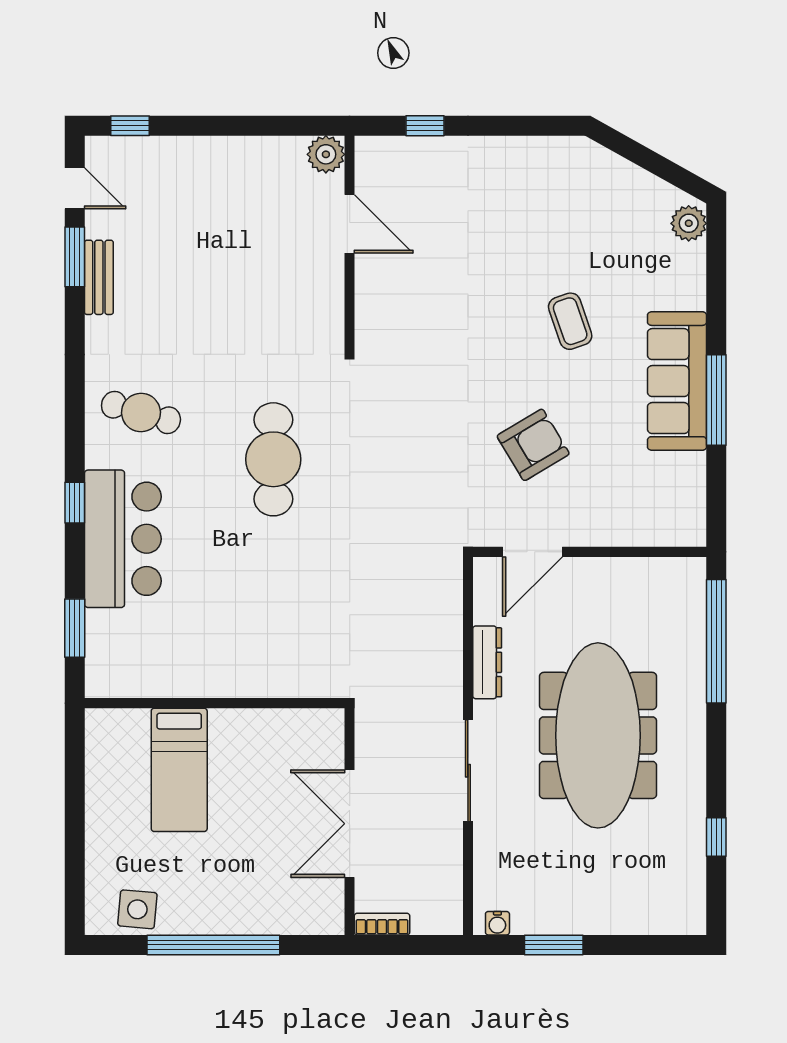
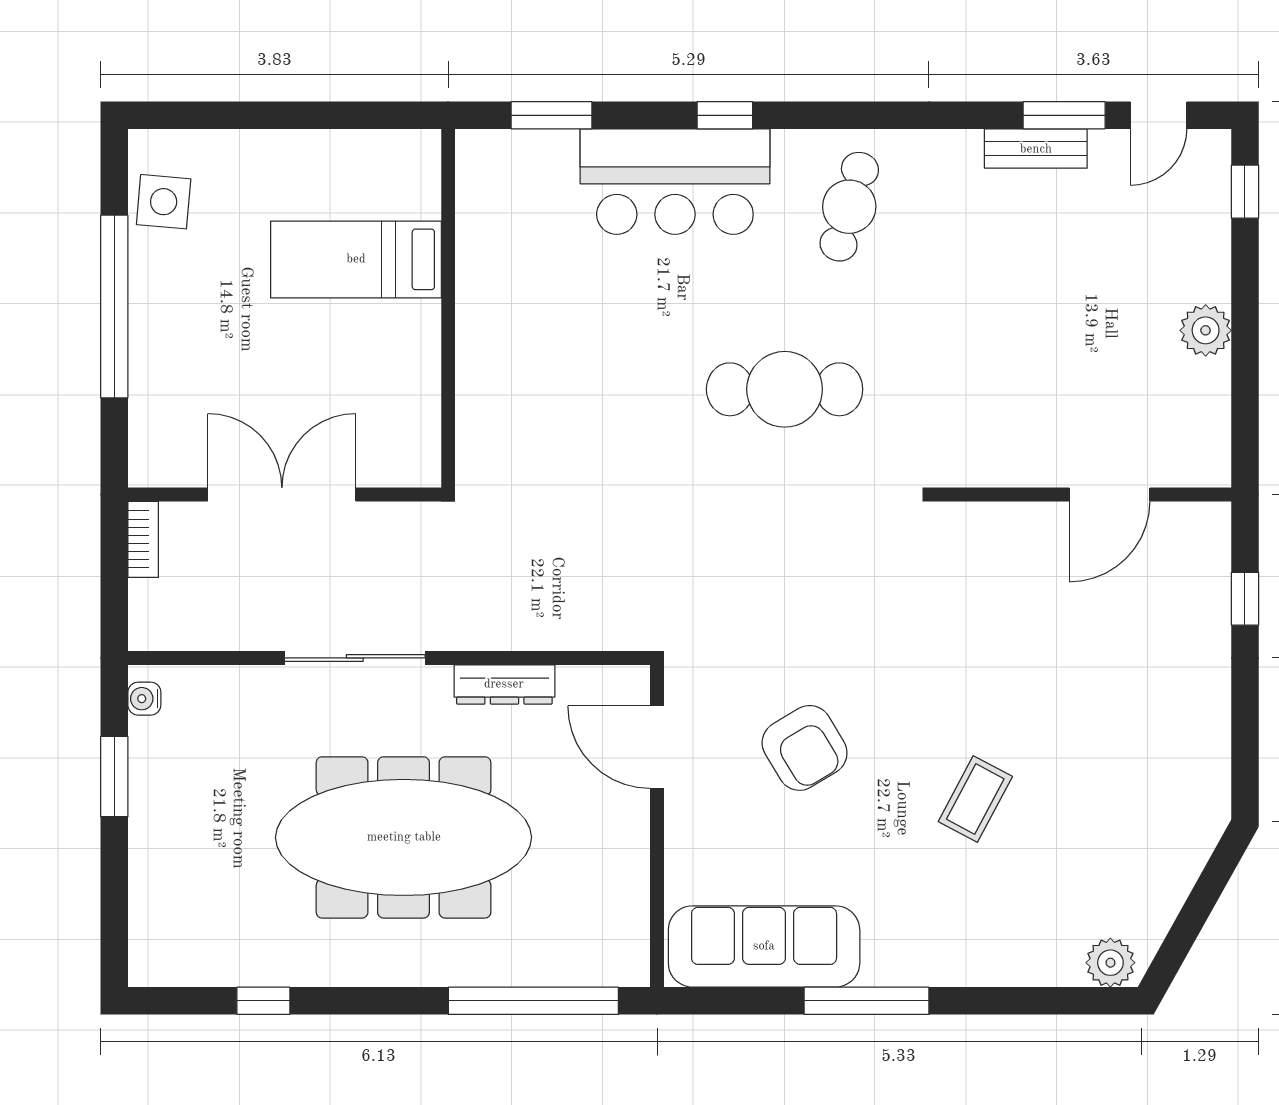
plant: (326, 154) -> (1206, 330), moved
coffee table: (570, 321) -> (975, 799), turned -43
sofa: (677, 381) -> (764, 946), moved

